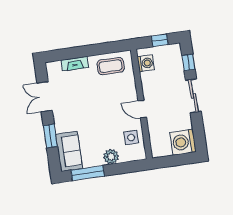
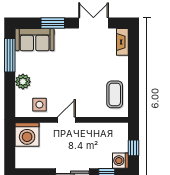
washing machine: (146, 63) -> (120, 161), moved, turned 90
fireplace: (75, 64) -> (122, 42), moved
washing machine: (183, 142) -> (27, 134), moved, turned 180

